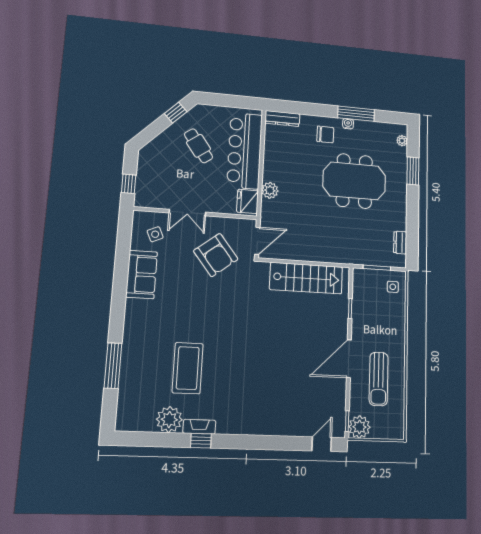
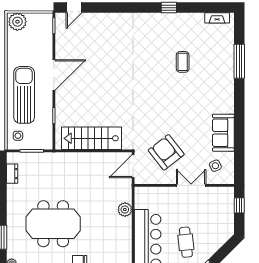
cafe table: (198, 146) -> (186, 242), turned 30
fridge: (248, 201) -> (143, 199), removed
coffee table: (188, 368) -> (183, 62), width x0.54, depth x0.58
sun lounger: (379, 379) -> (24, 95), moved, width x1.36, depth x1.34
plant: (169, 419) -> (194, 23), removed
fireplace: (199, 427) -> (217, 18), moved
plant: (359, 427) -> (17, 22), moved

